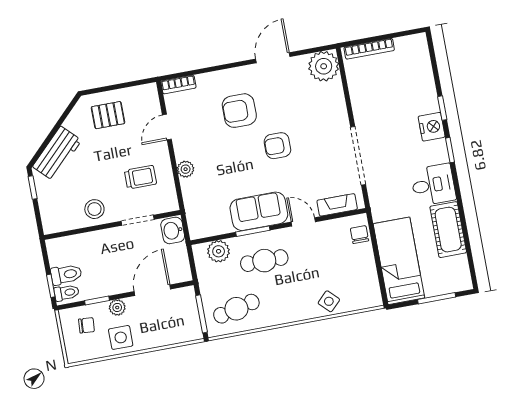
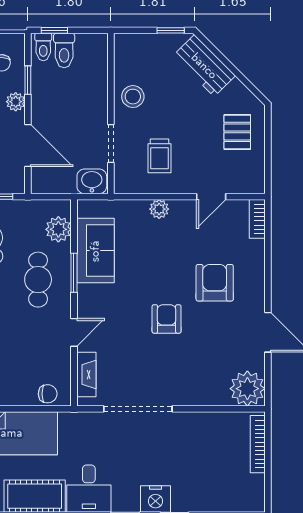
door: (167, 127) -> (211, 197), swing flipped
sofa: (259, 211) -> (95, 251), moved

